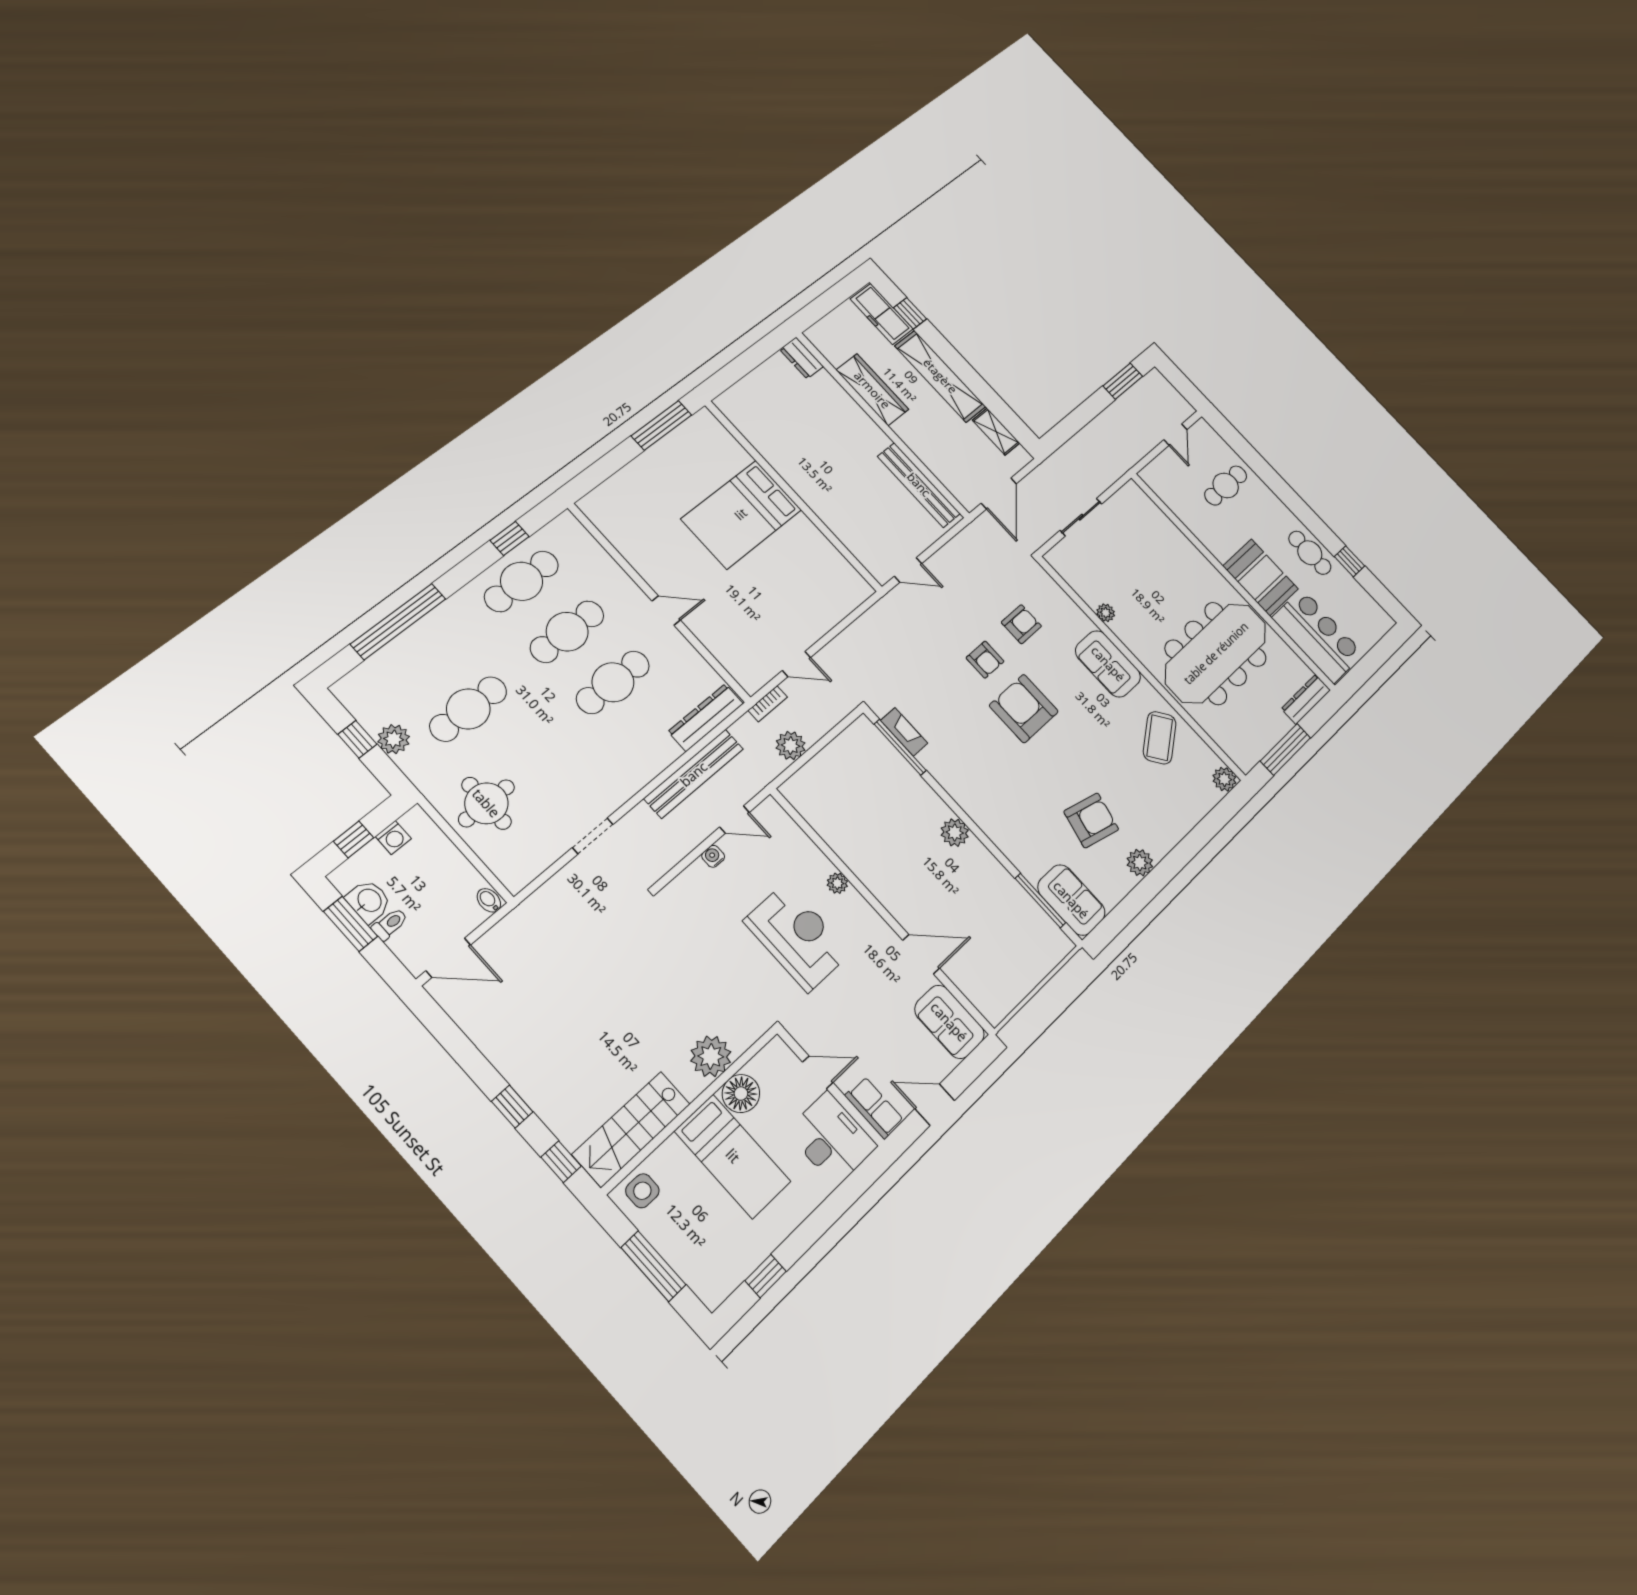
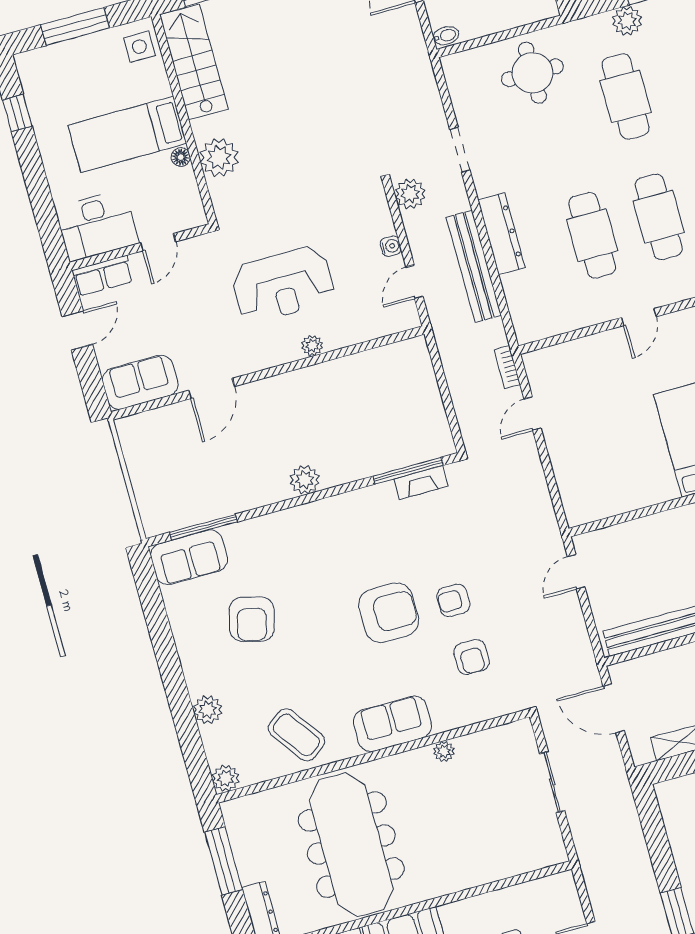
dresser: (706, 717) -> (501, 234), moved
plant: (791, 746) -> (410, 194), moved
plant: (1140, 863) -> (208, 710), moved
floor lamp: (741, 1094) -> (181, 157), width x0.53, depth x0.53

